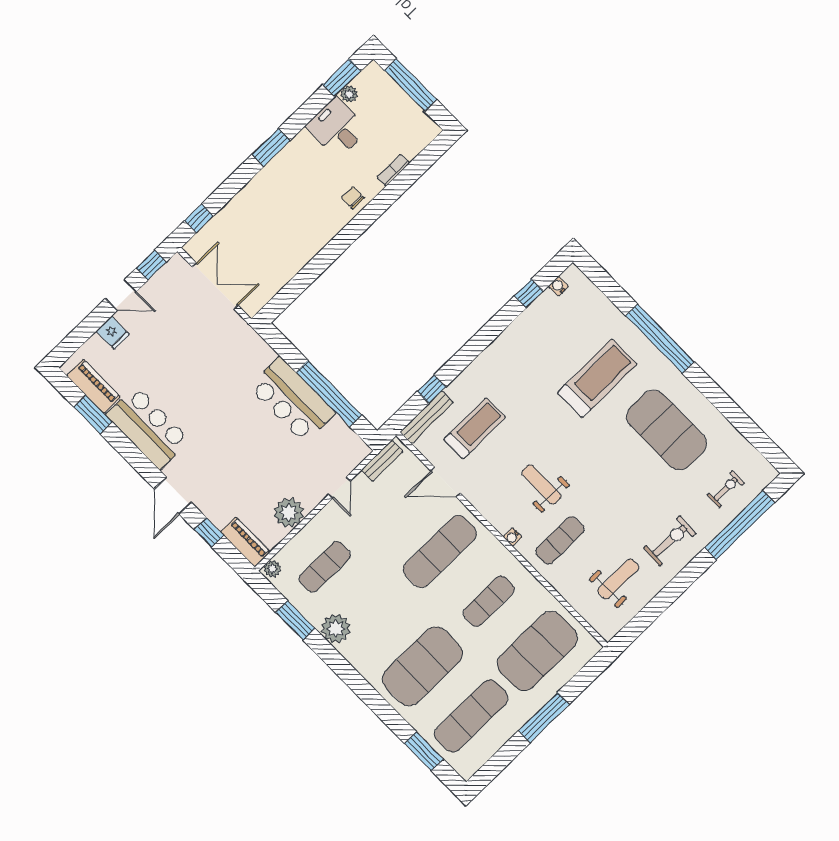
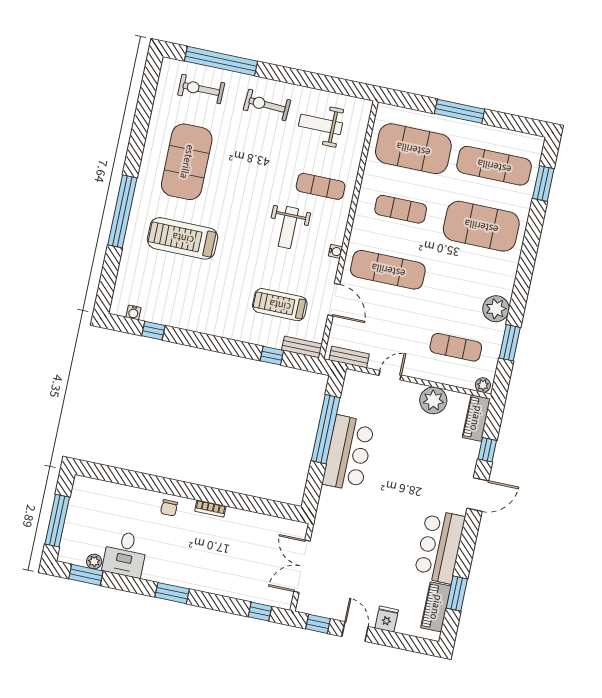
bookcase: (393, 170) -> (210, 509), moved
bench: (427, 417) -> (302, 347), width x0.73
exercise bike: (726, 489) -> (201, 89), width x1.38, depth x1.39
water cooler: (512, 537) -> (336, 251), moved

